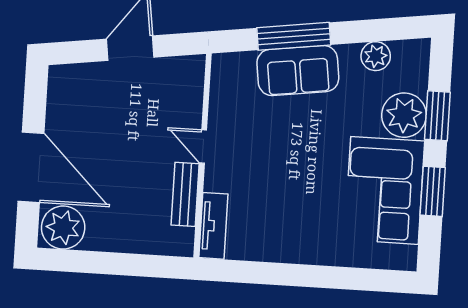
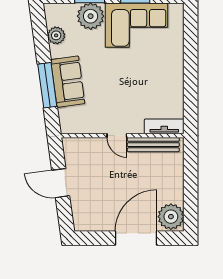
door: (203, 146) -> (117, 136), hinge flipped
bench: (185, 194) -> (153, 145), width x1.36

